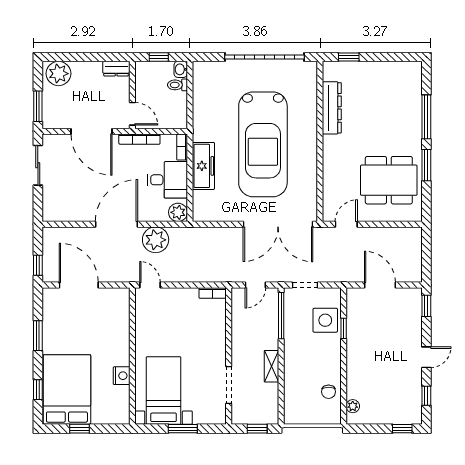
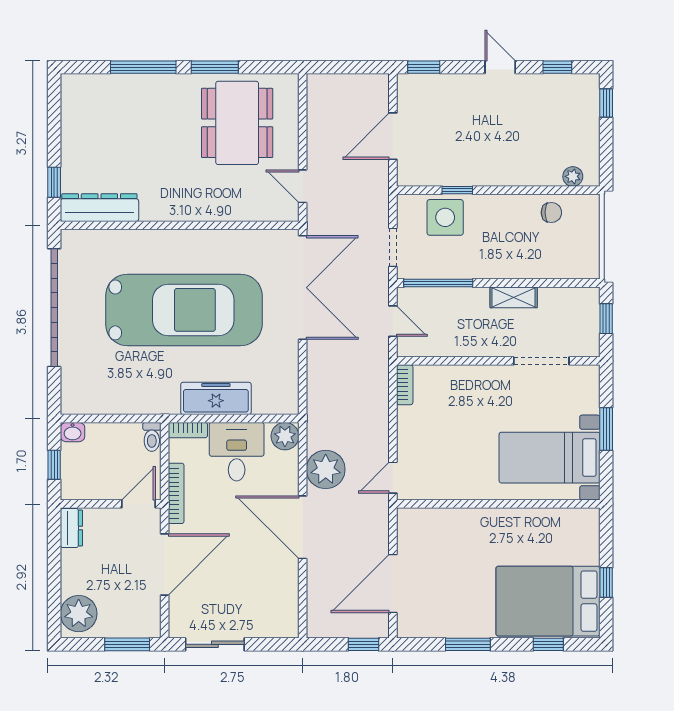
toilet: (177, 85) -> (152, 437), moved
dresser: (332, 108) -> (99, 208), moved
nightstand: (122, 376) -> (528, 520), removed

